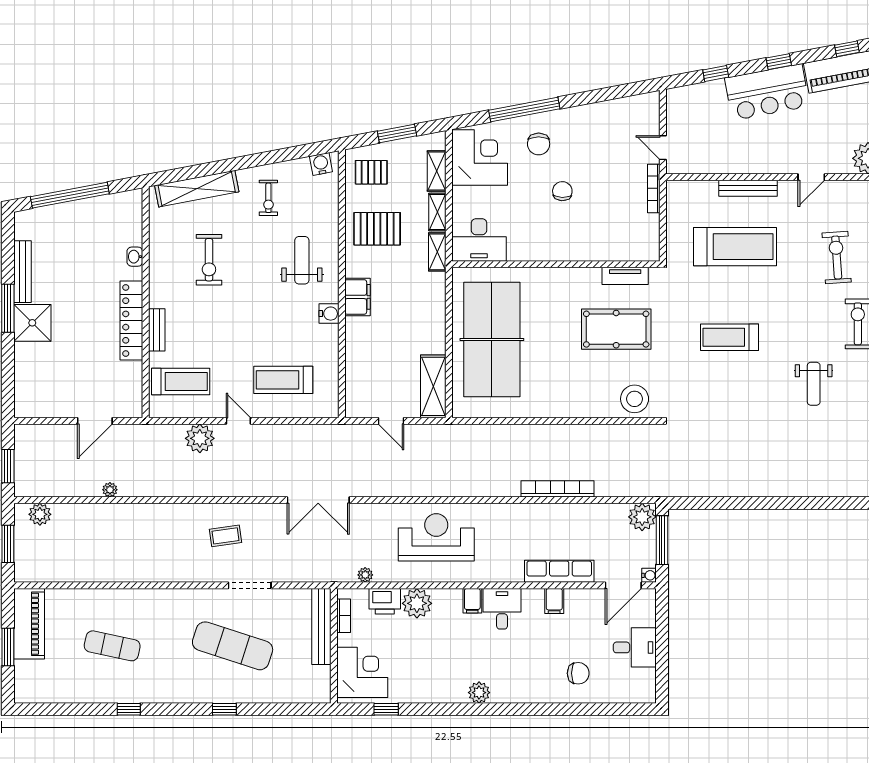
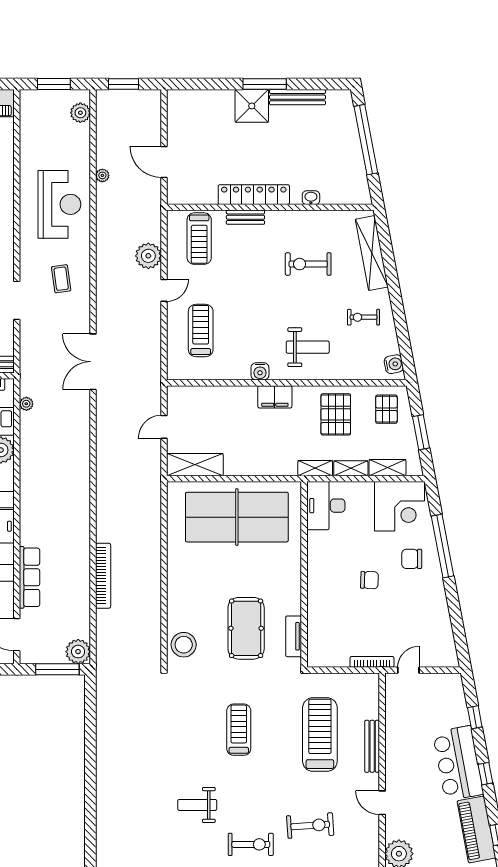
treadmill: (735, 247) -> (320, 735), turned 180
reception desk: (436, 537) -> (59, 204), moved
water cooler: (649, 575) -> (26, 658), removed

